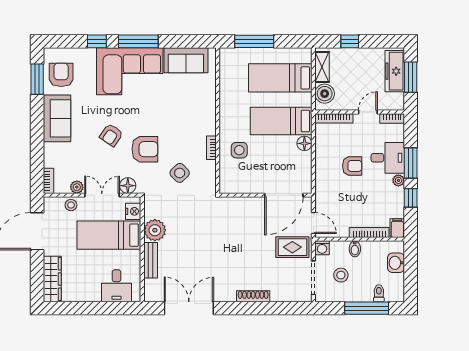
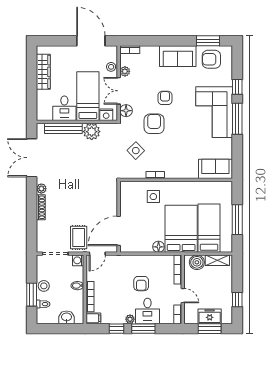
window: (254, 41) -> (237, 220), moved
window: (350, 41) -> (237, 300), moved
sofa: (186, 60) -> (215, 169), moved, turned 90
freezer: (395, 71) -> (210, 316), width x0.71
armchair: (61, 75) -> (211, 59), turned 180
bed: (281, 121) -> (181, 229), width x1.50
armchair: (111, 135) -> (165, 98), turned 56
armchair: (145, 149) -> (154, 124), turned 180
double door: (102, 195) -> (119, 91), swing flipped
door: (284, 195) -> (119, 231), hinge flipped
bench: (151, 260) -> (63, 128), width x1.36
stool: (341, 275) -> (44, 286), moved
wardrobe: (52, 279) -> (43, 72), moved, turned -90
desk: (116, 286) -> (64, 108), moved, turned -90
plant: (229, 295) -> (41, 189), added
double door: (189, 308) -> (32, 158), swing flipped
window: (367, 308) -> (32, 295), width x0.69

